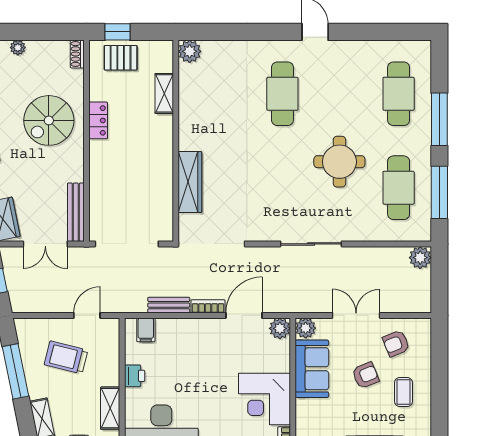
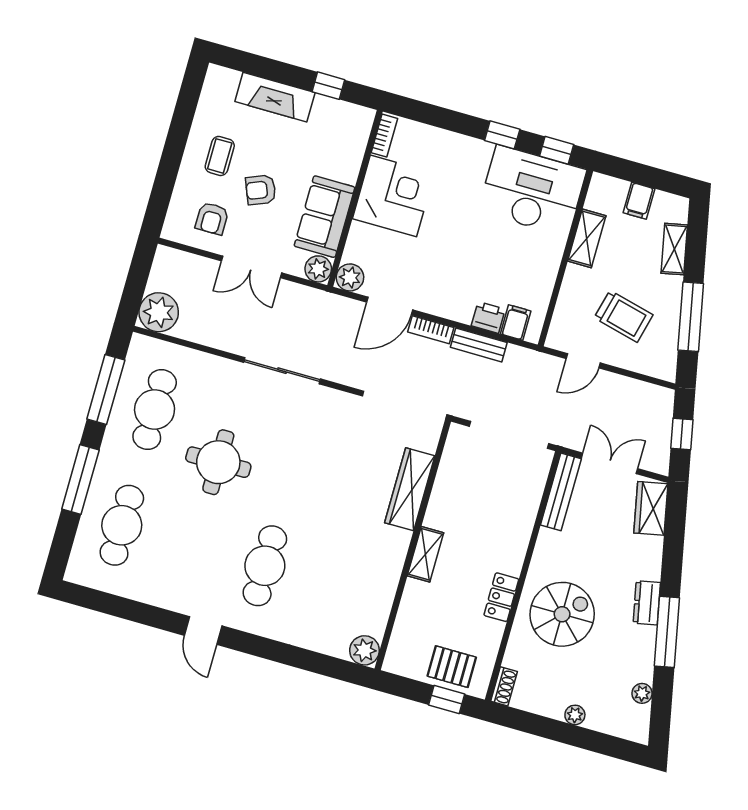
shelving: (164, 93) -> (425, 554), moved
plant: (420, 258) -> (159, 312), width x1.36, depth x1.36
armchair: (396, 343) -> (212, 218), turned 112
printer: (135, 376) -> (488, 317), moved, turned 90

